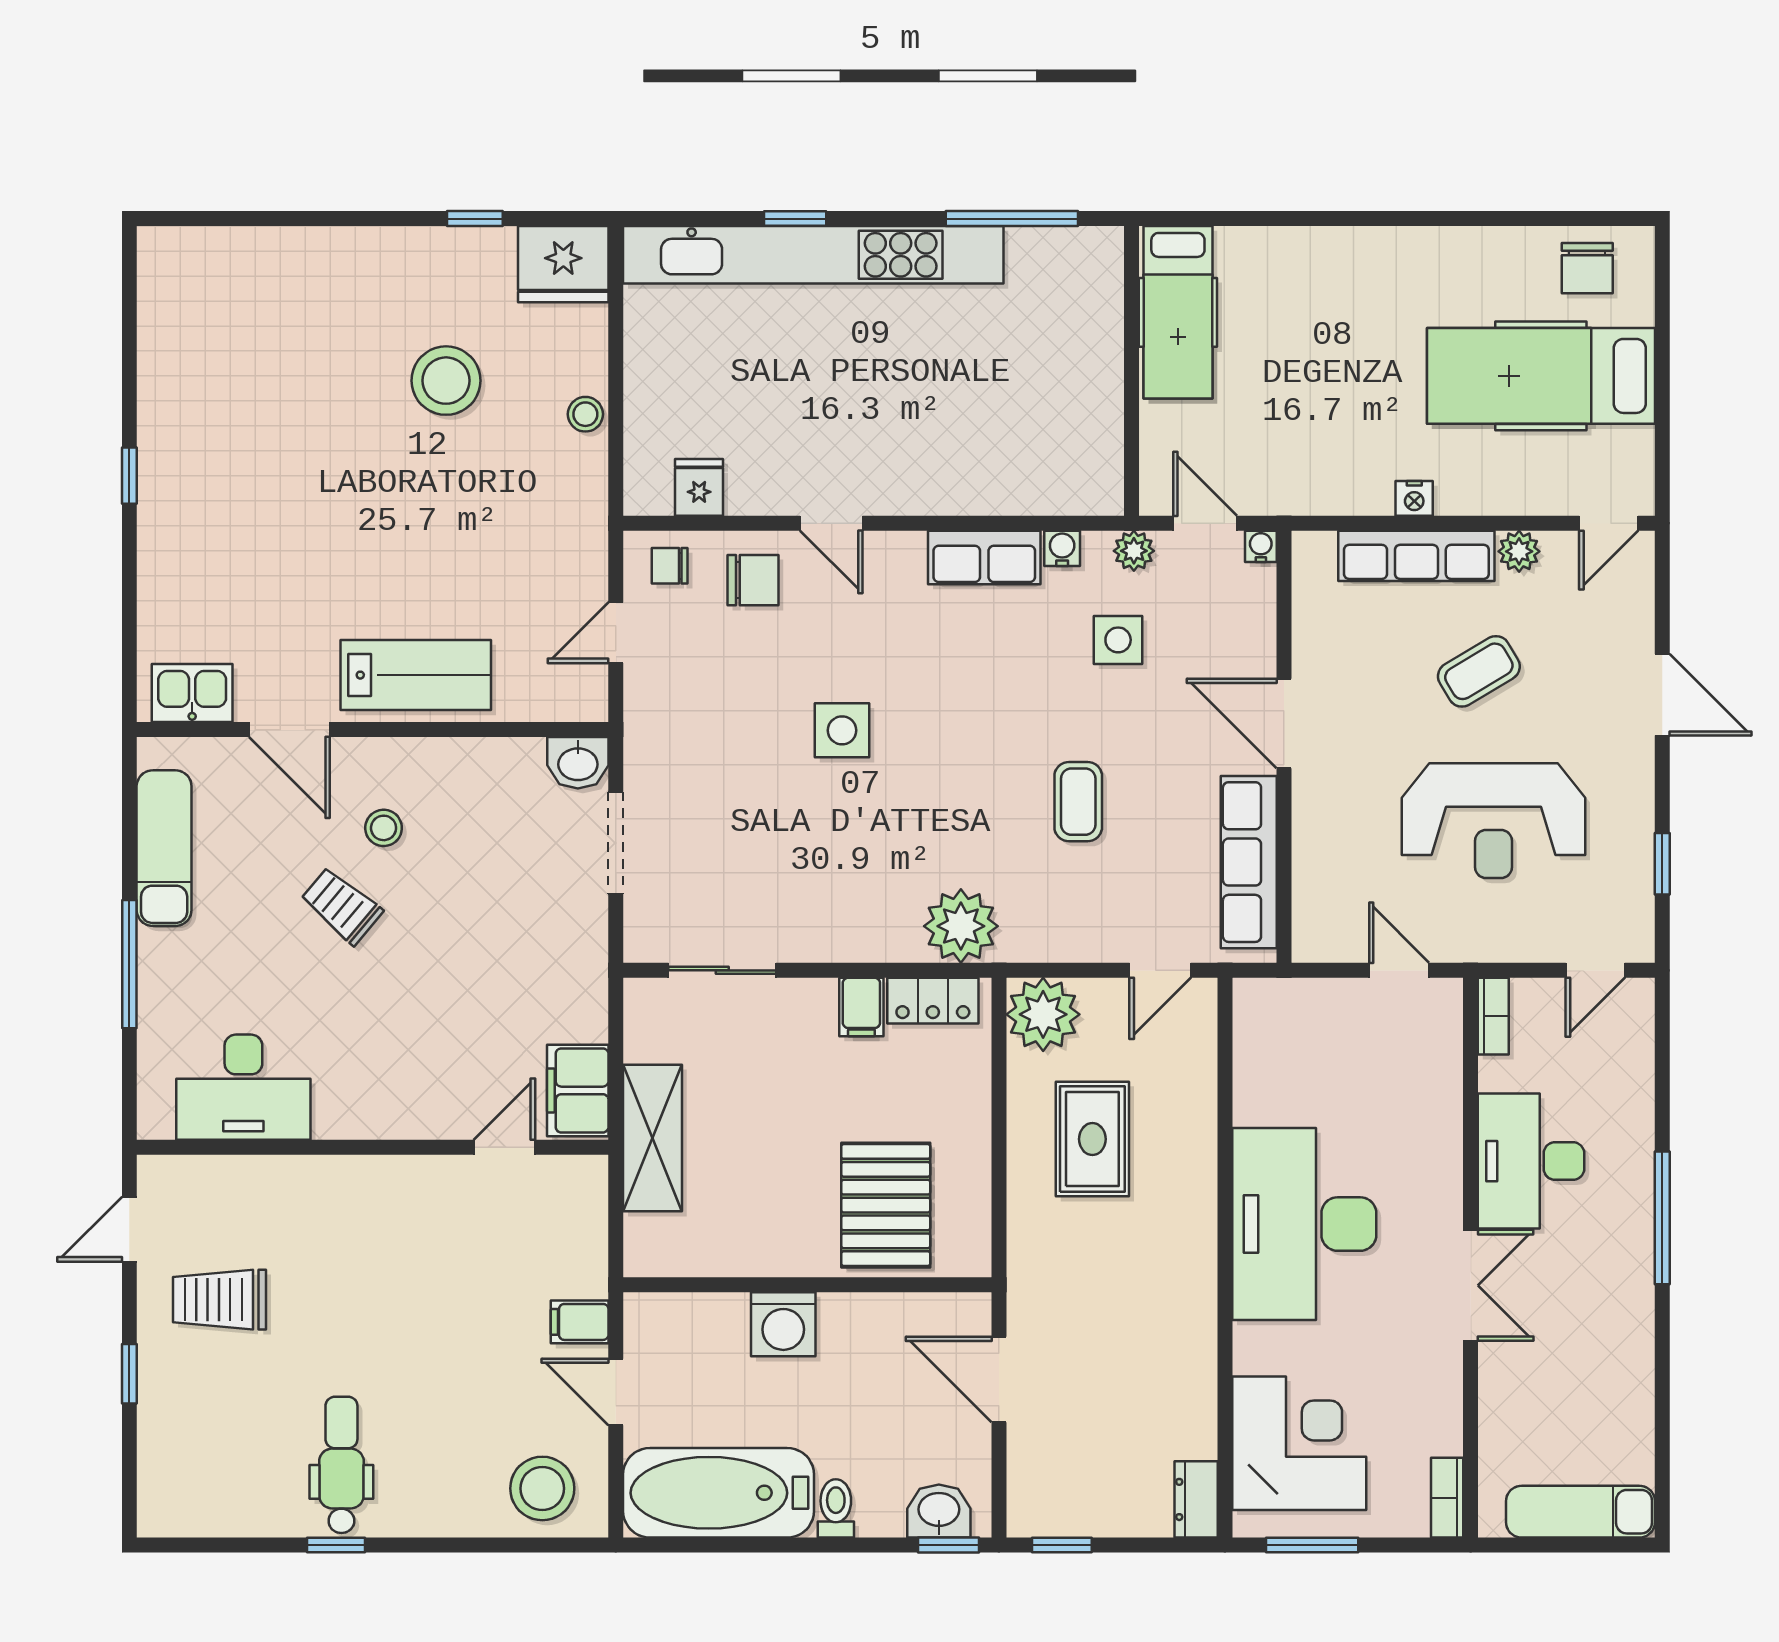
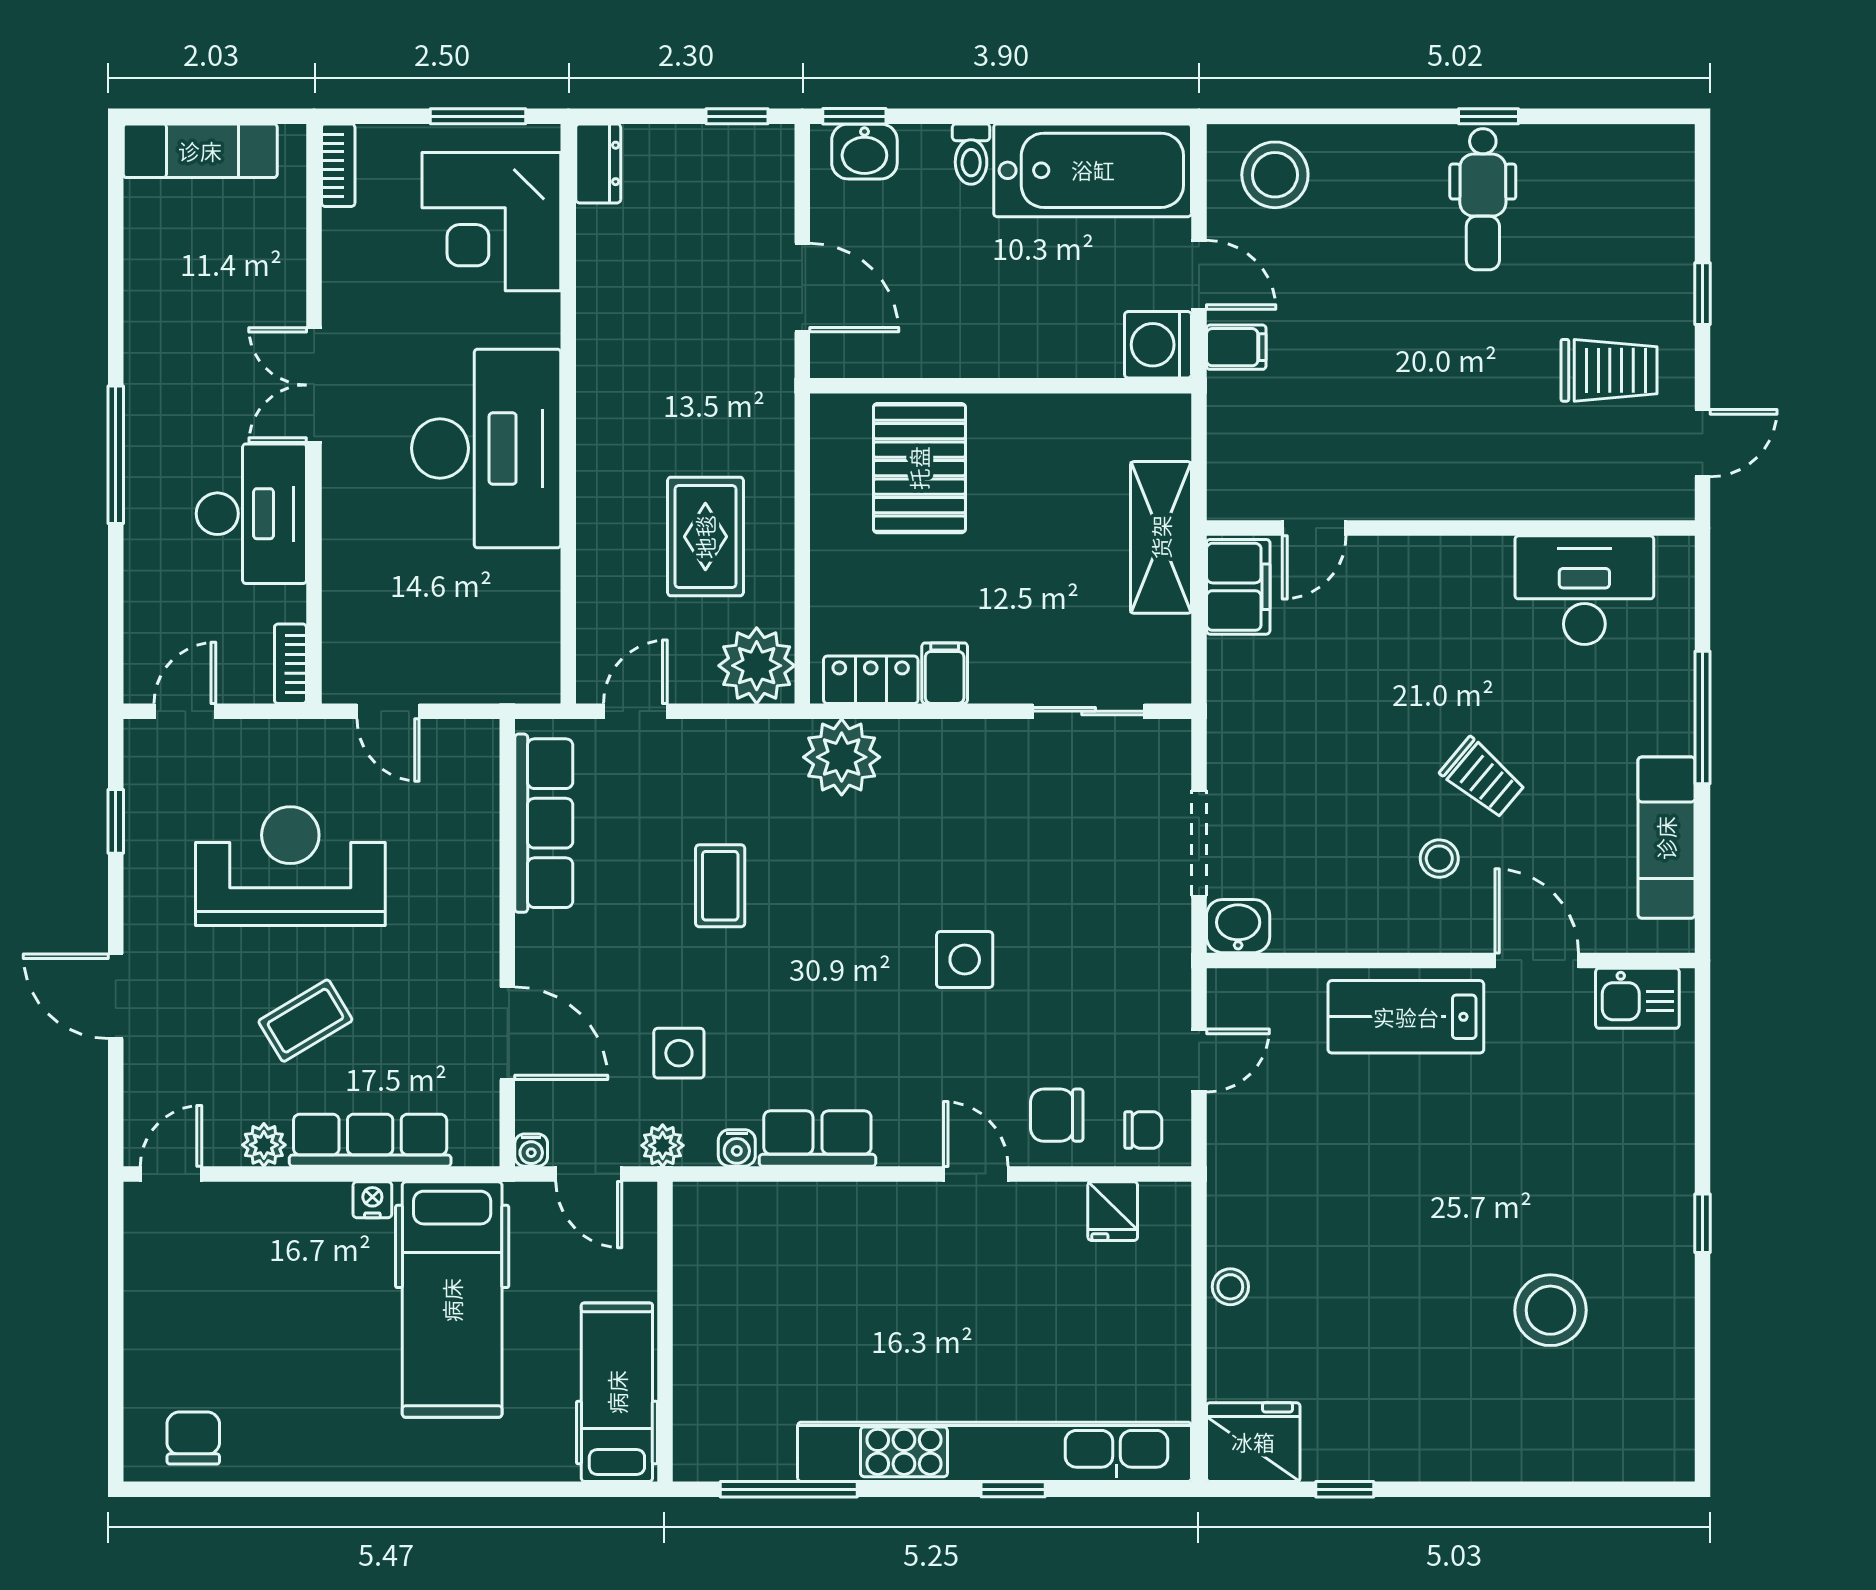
hospital bed: (1541, 376) -> (452, 1300), moved, turned 90
stool: (446, 381) -> (1550, 1310), moved
door: (1284, 724) -> (507, 1033), moved
washing machine: (783, 1324) -> (1158, 345), moved, turned -90

